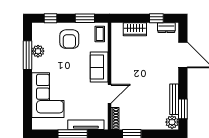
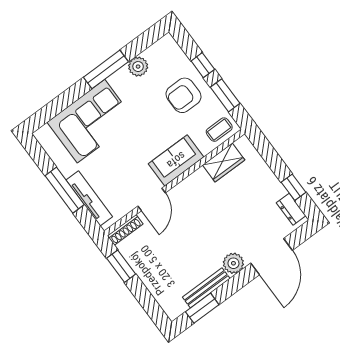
window: (51, 18) -> (203, 65), moved
wardrobe: (135, 29) -> (224, 163), moved, turned -90
window: (27, 55) -> (106, 69), moved
door: (110, 94) -> (152, 199), hinge flipped
plant: (172, 122) -> (233, 263), moved

